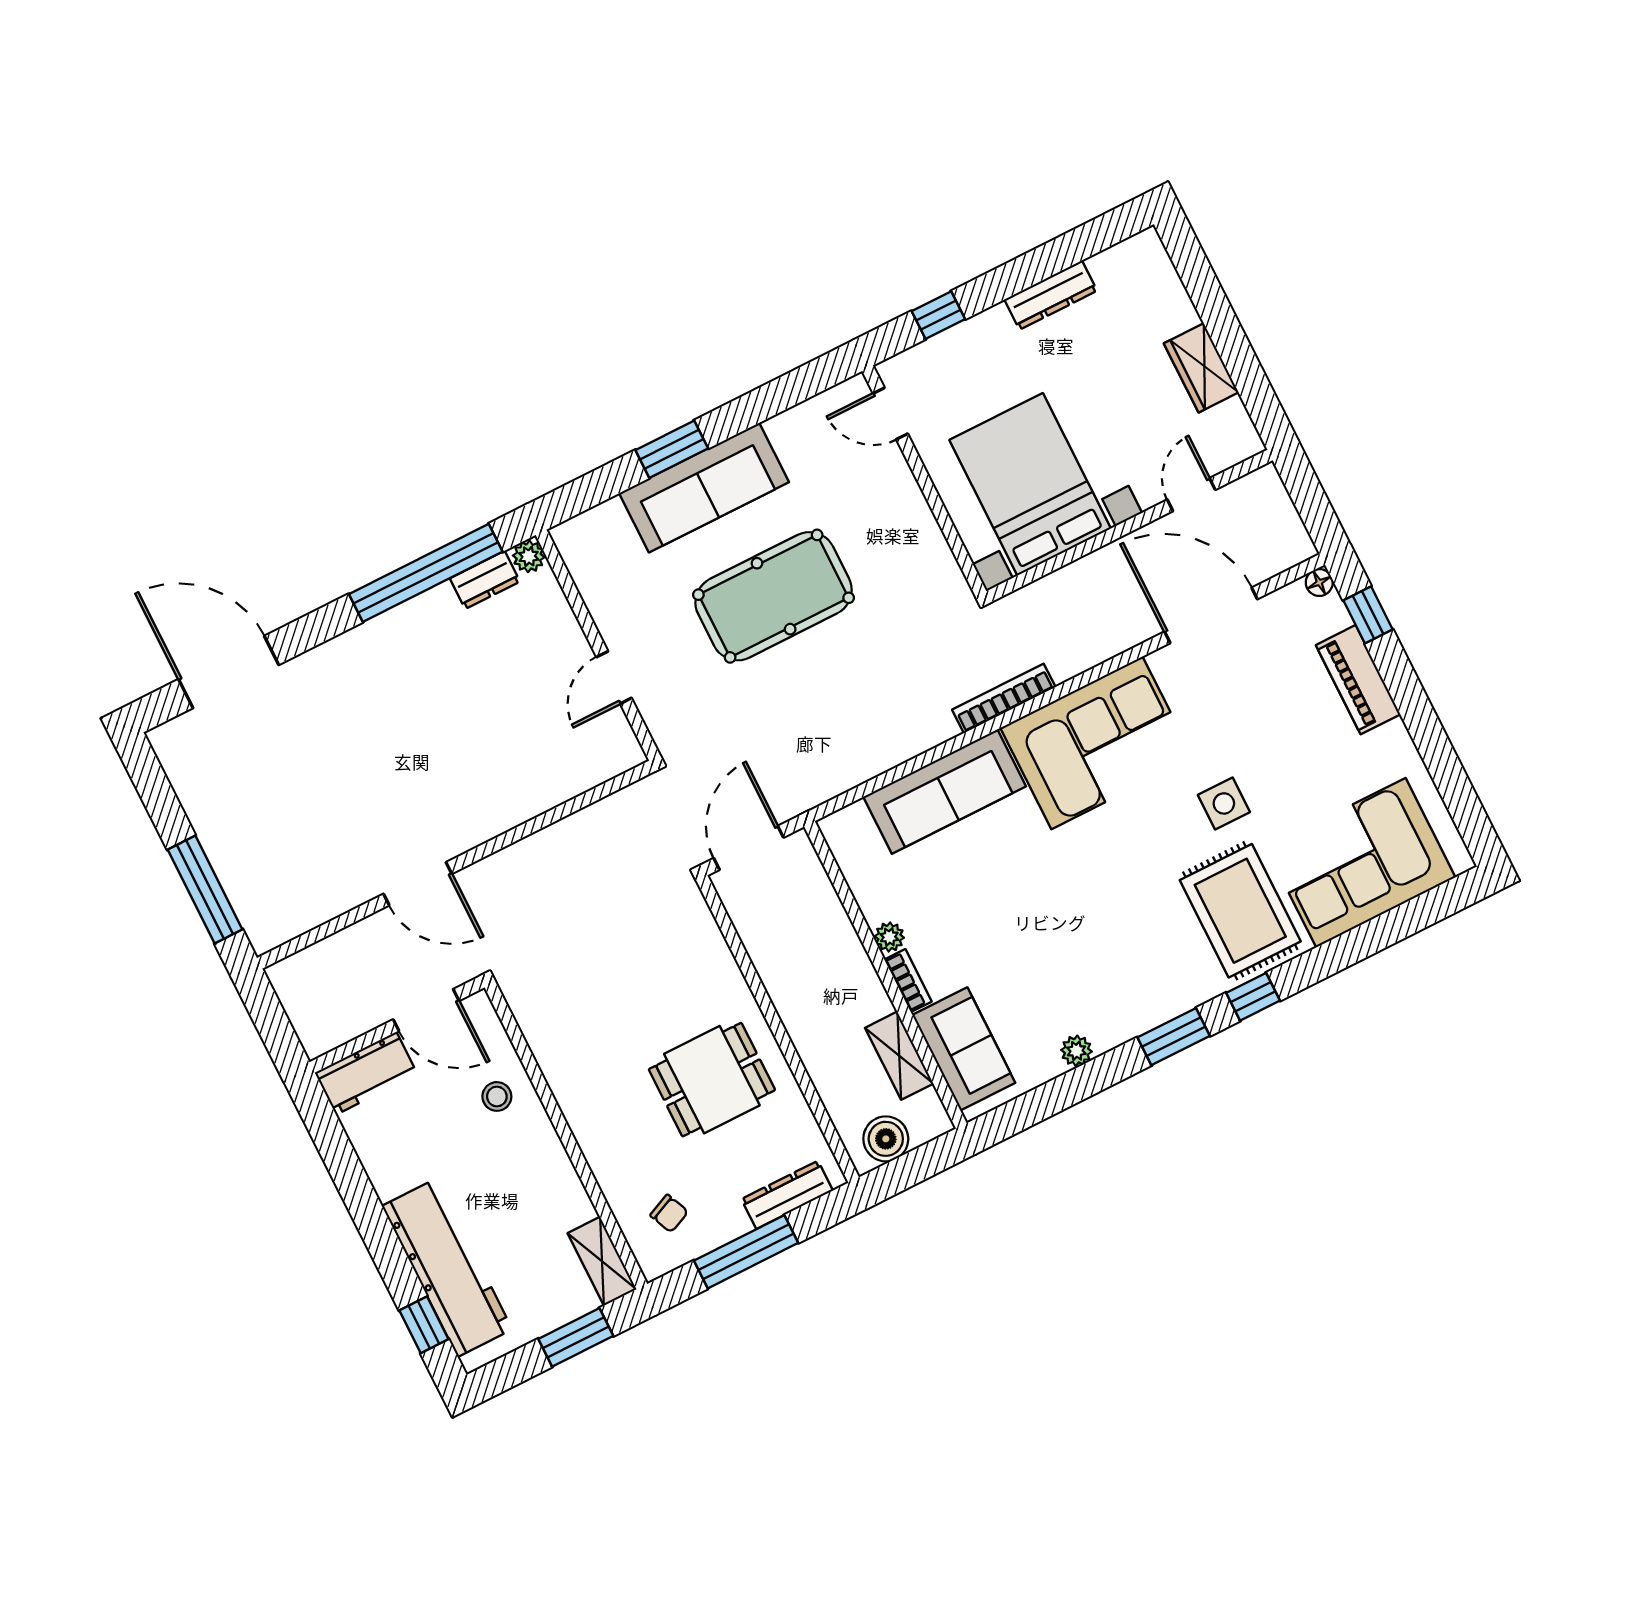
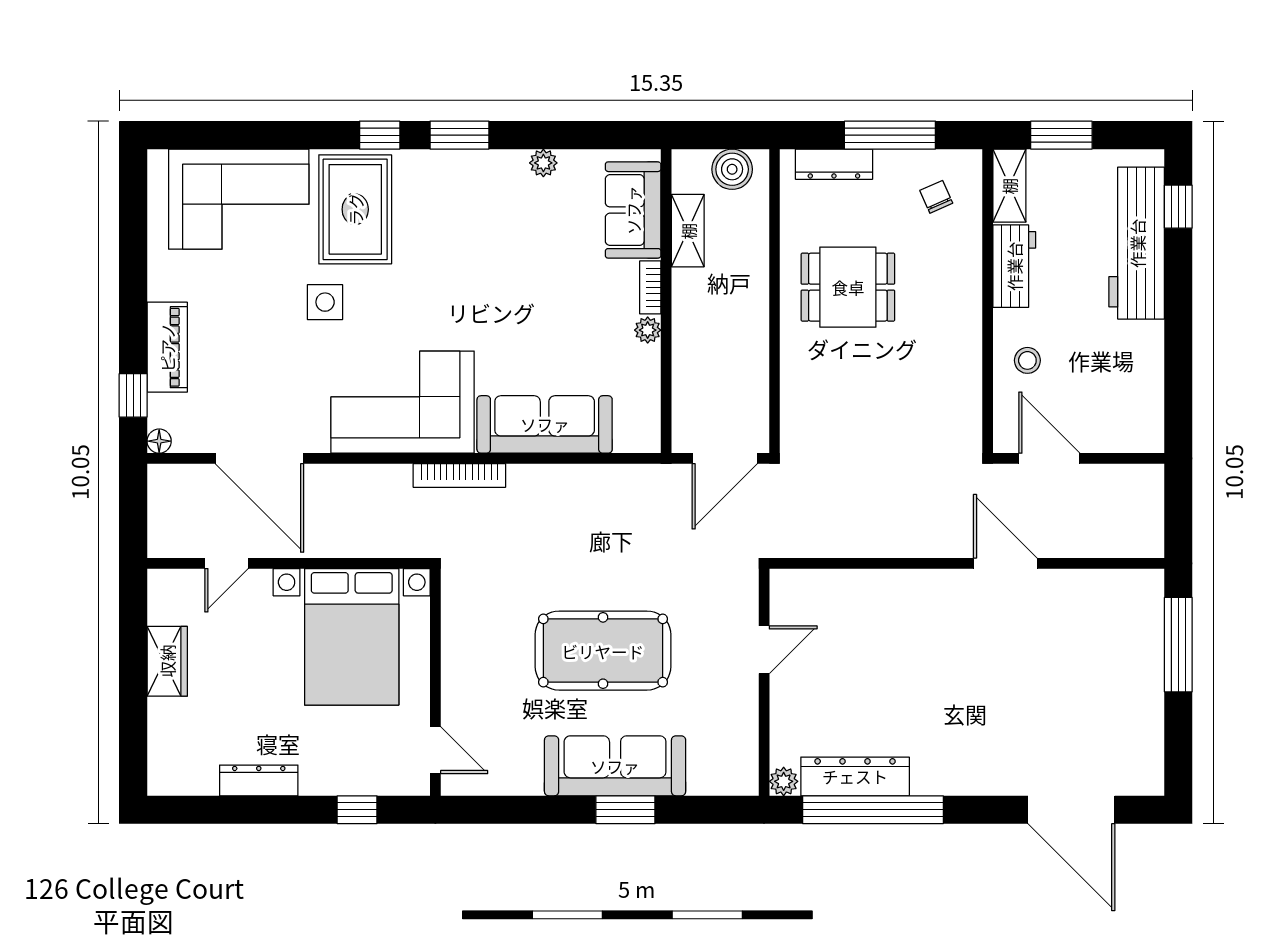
dresser: (485, 580) -> (855, 776), width x1.96, depth x1.24
workbench: (366, 1073) -> (1014, 266), moved, turned 90

